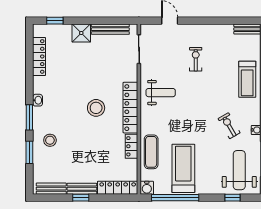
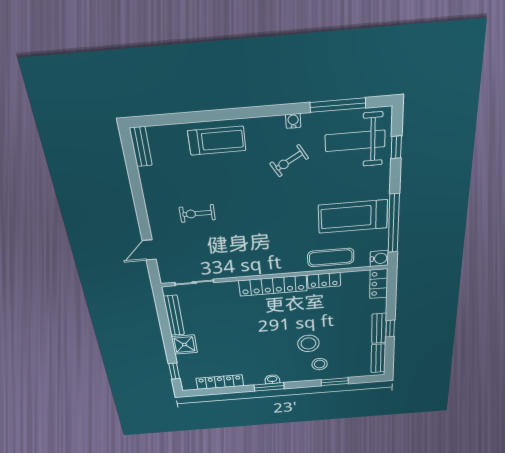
weight bench: (161, 93) -> (249, 253), removed
stool: (96, 108) -> (308, 343), moved
window: (29, 117) -> (269, 387), moved
locker: (118, 188) -> (379, 284), width x0.66

